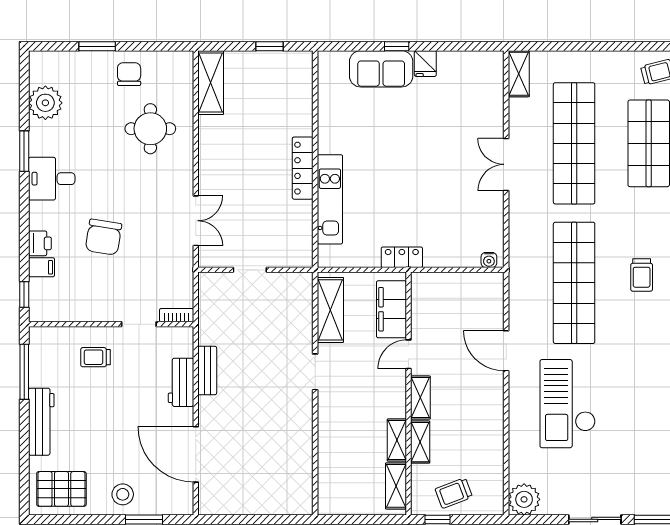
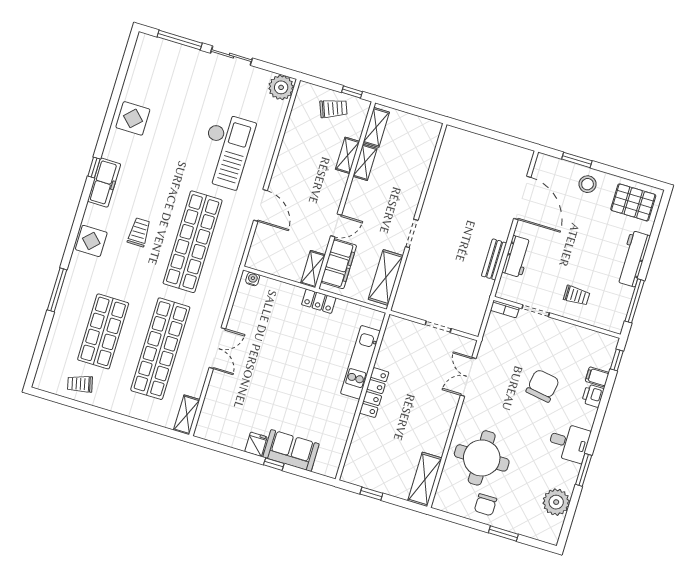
round table: (150, 129) -> (482, 458), width x1.36, depth x1.36
shelving: (420, 398) -> (313, 269), moved

